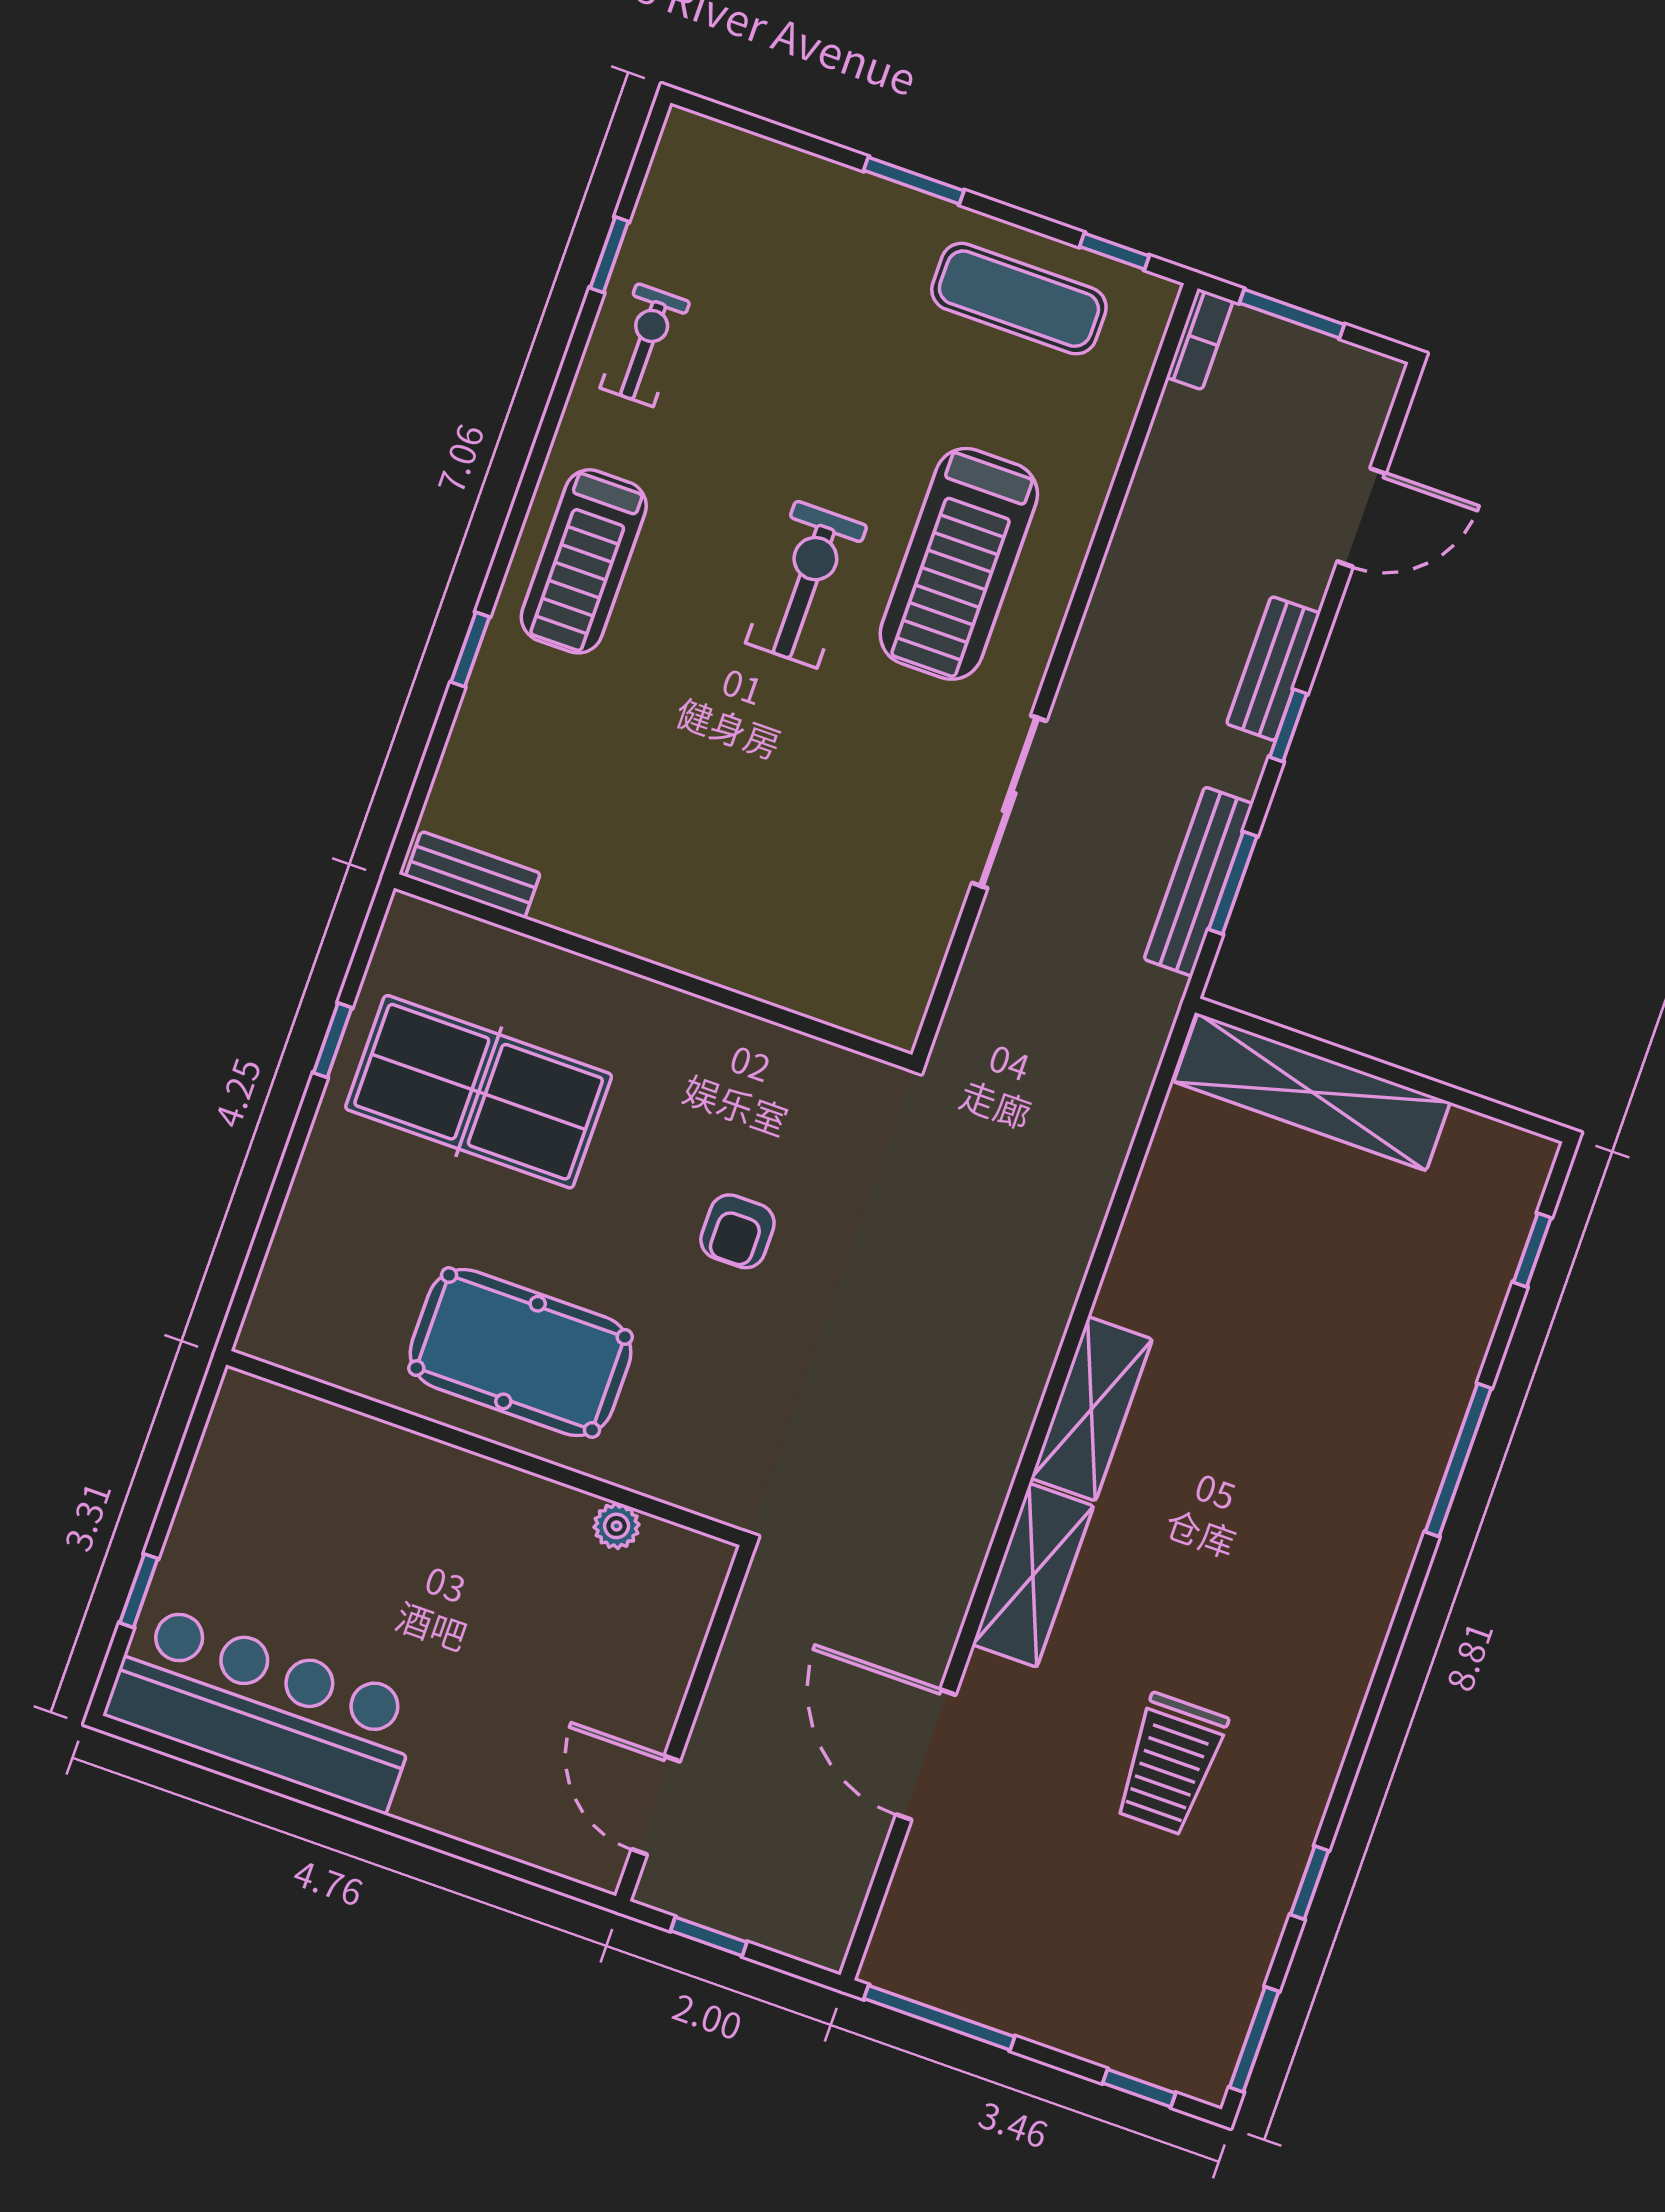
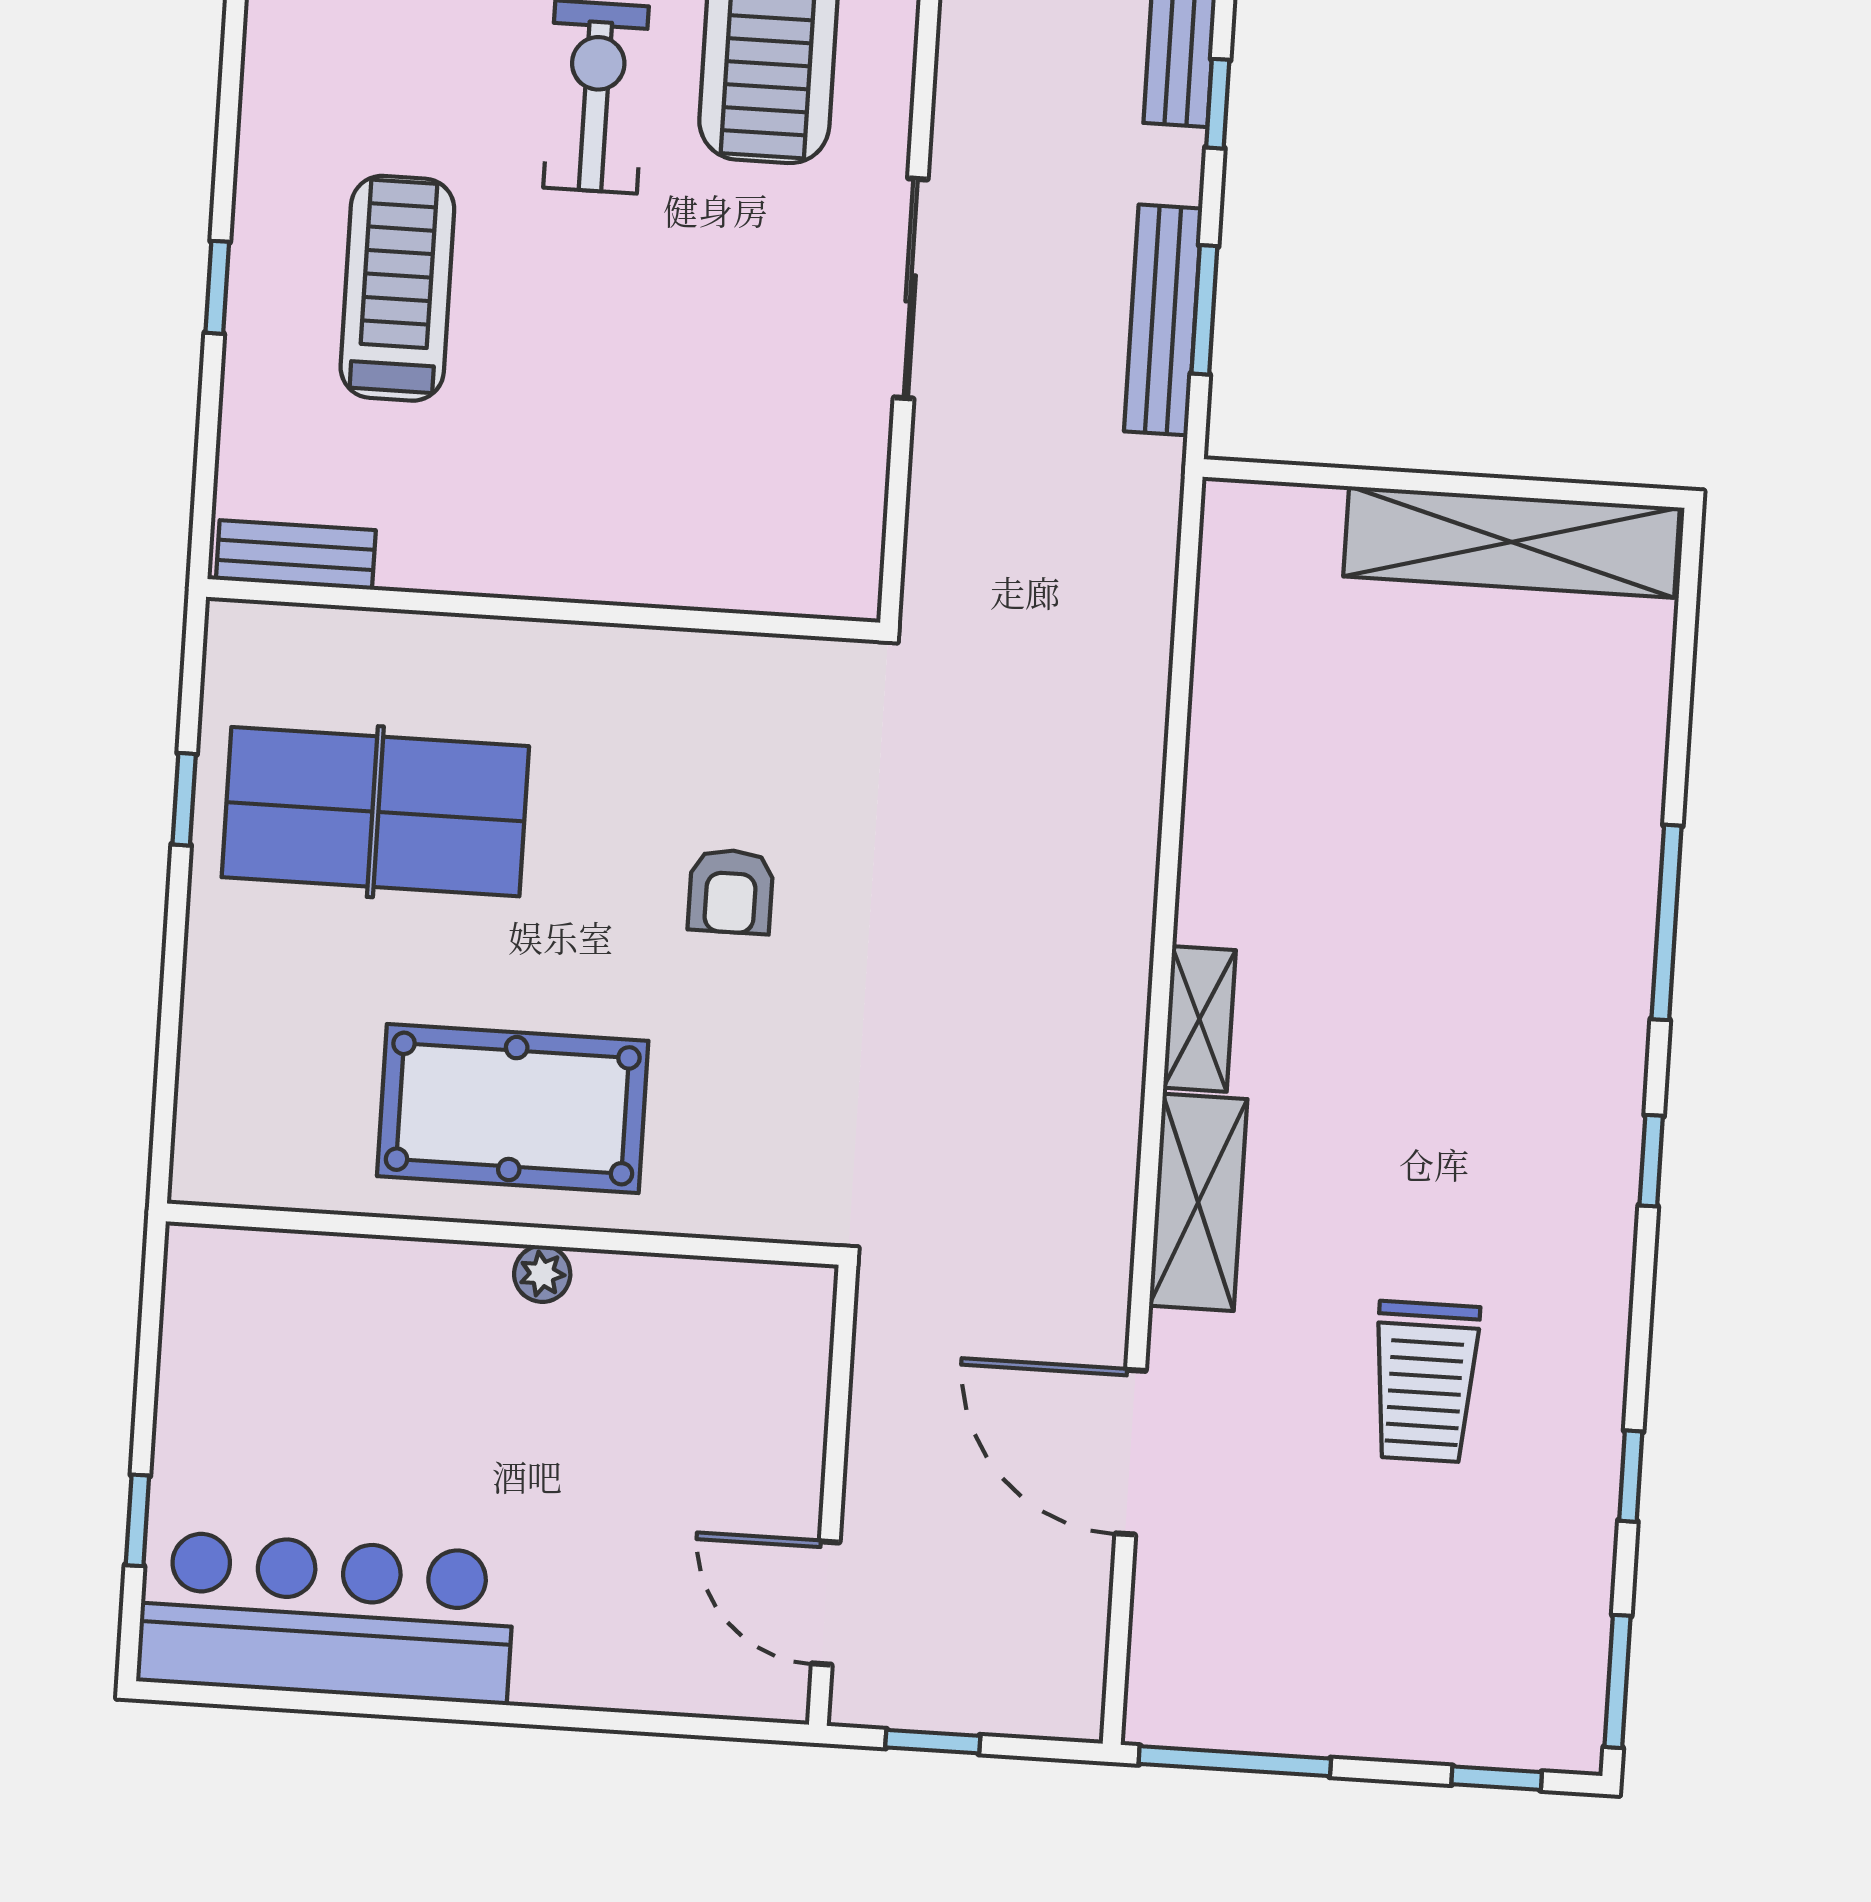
treadmill: (584, 561) -> (397, 288), moved, turned 180
shelving: (1312, 1092) -> (1512, 542), moved
window: (1532, 1250) -> (1651, 1161), moved
shelving: (1092, 1409) -> (1199, 1019), width x0.67, depth x0.75
plant: (617, 1526) -> (542, 1274), moved

